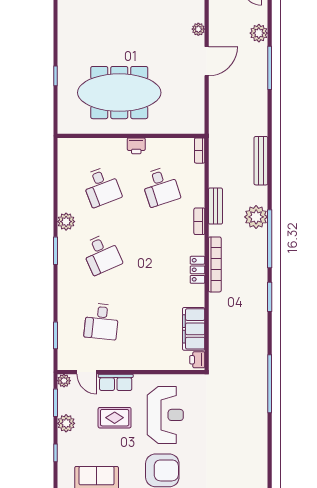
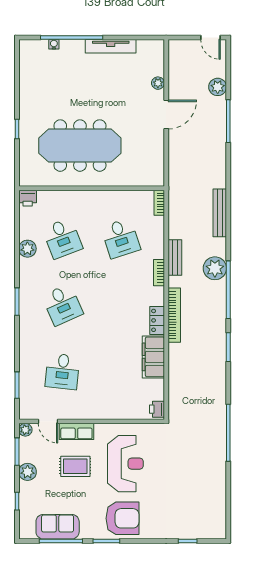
printer: (136, 146) -> (28, 198), moved
plant: (66, 222) -> (27, 249), moved
filing cabinet: (194, 329) -> (153, 357), moved

